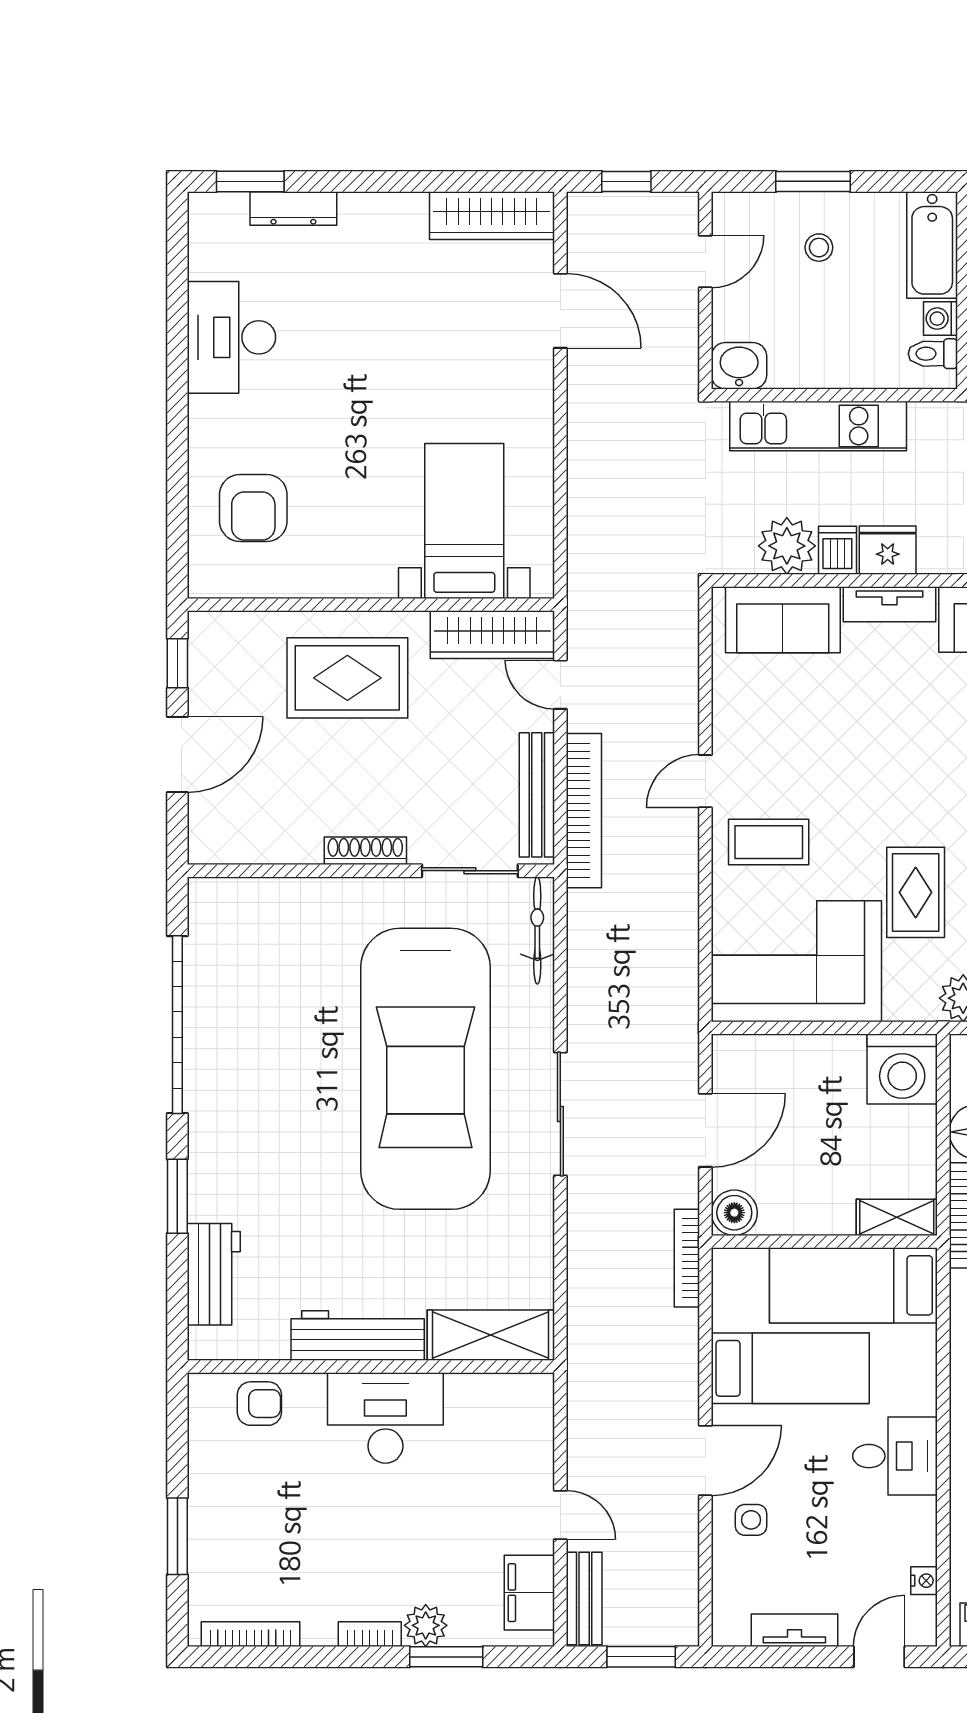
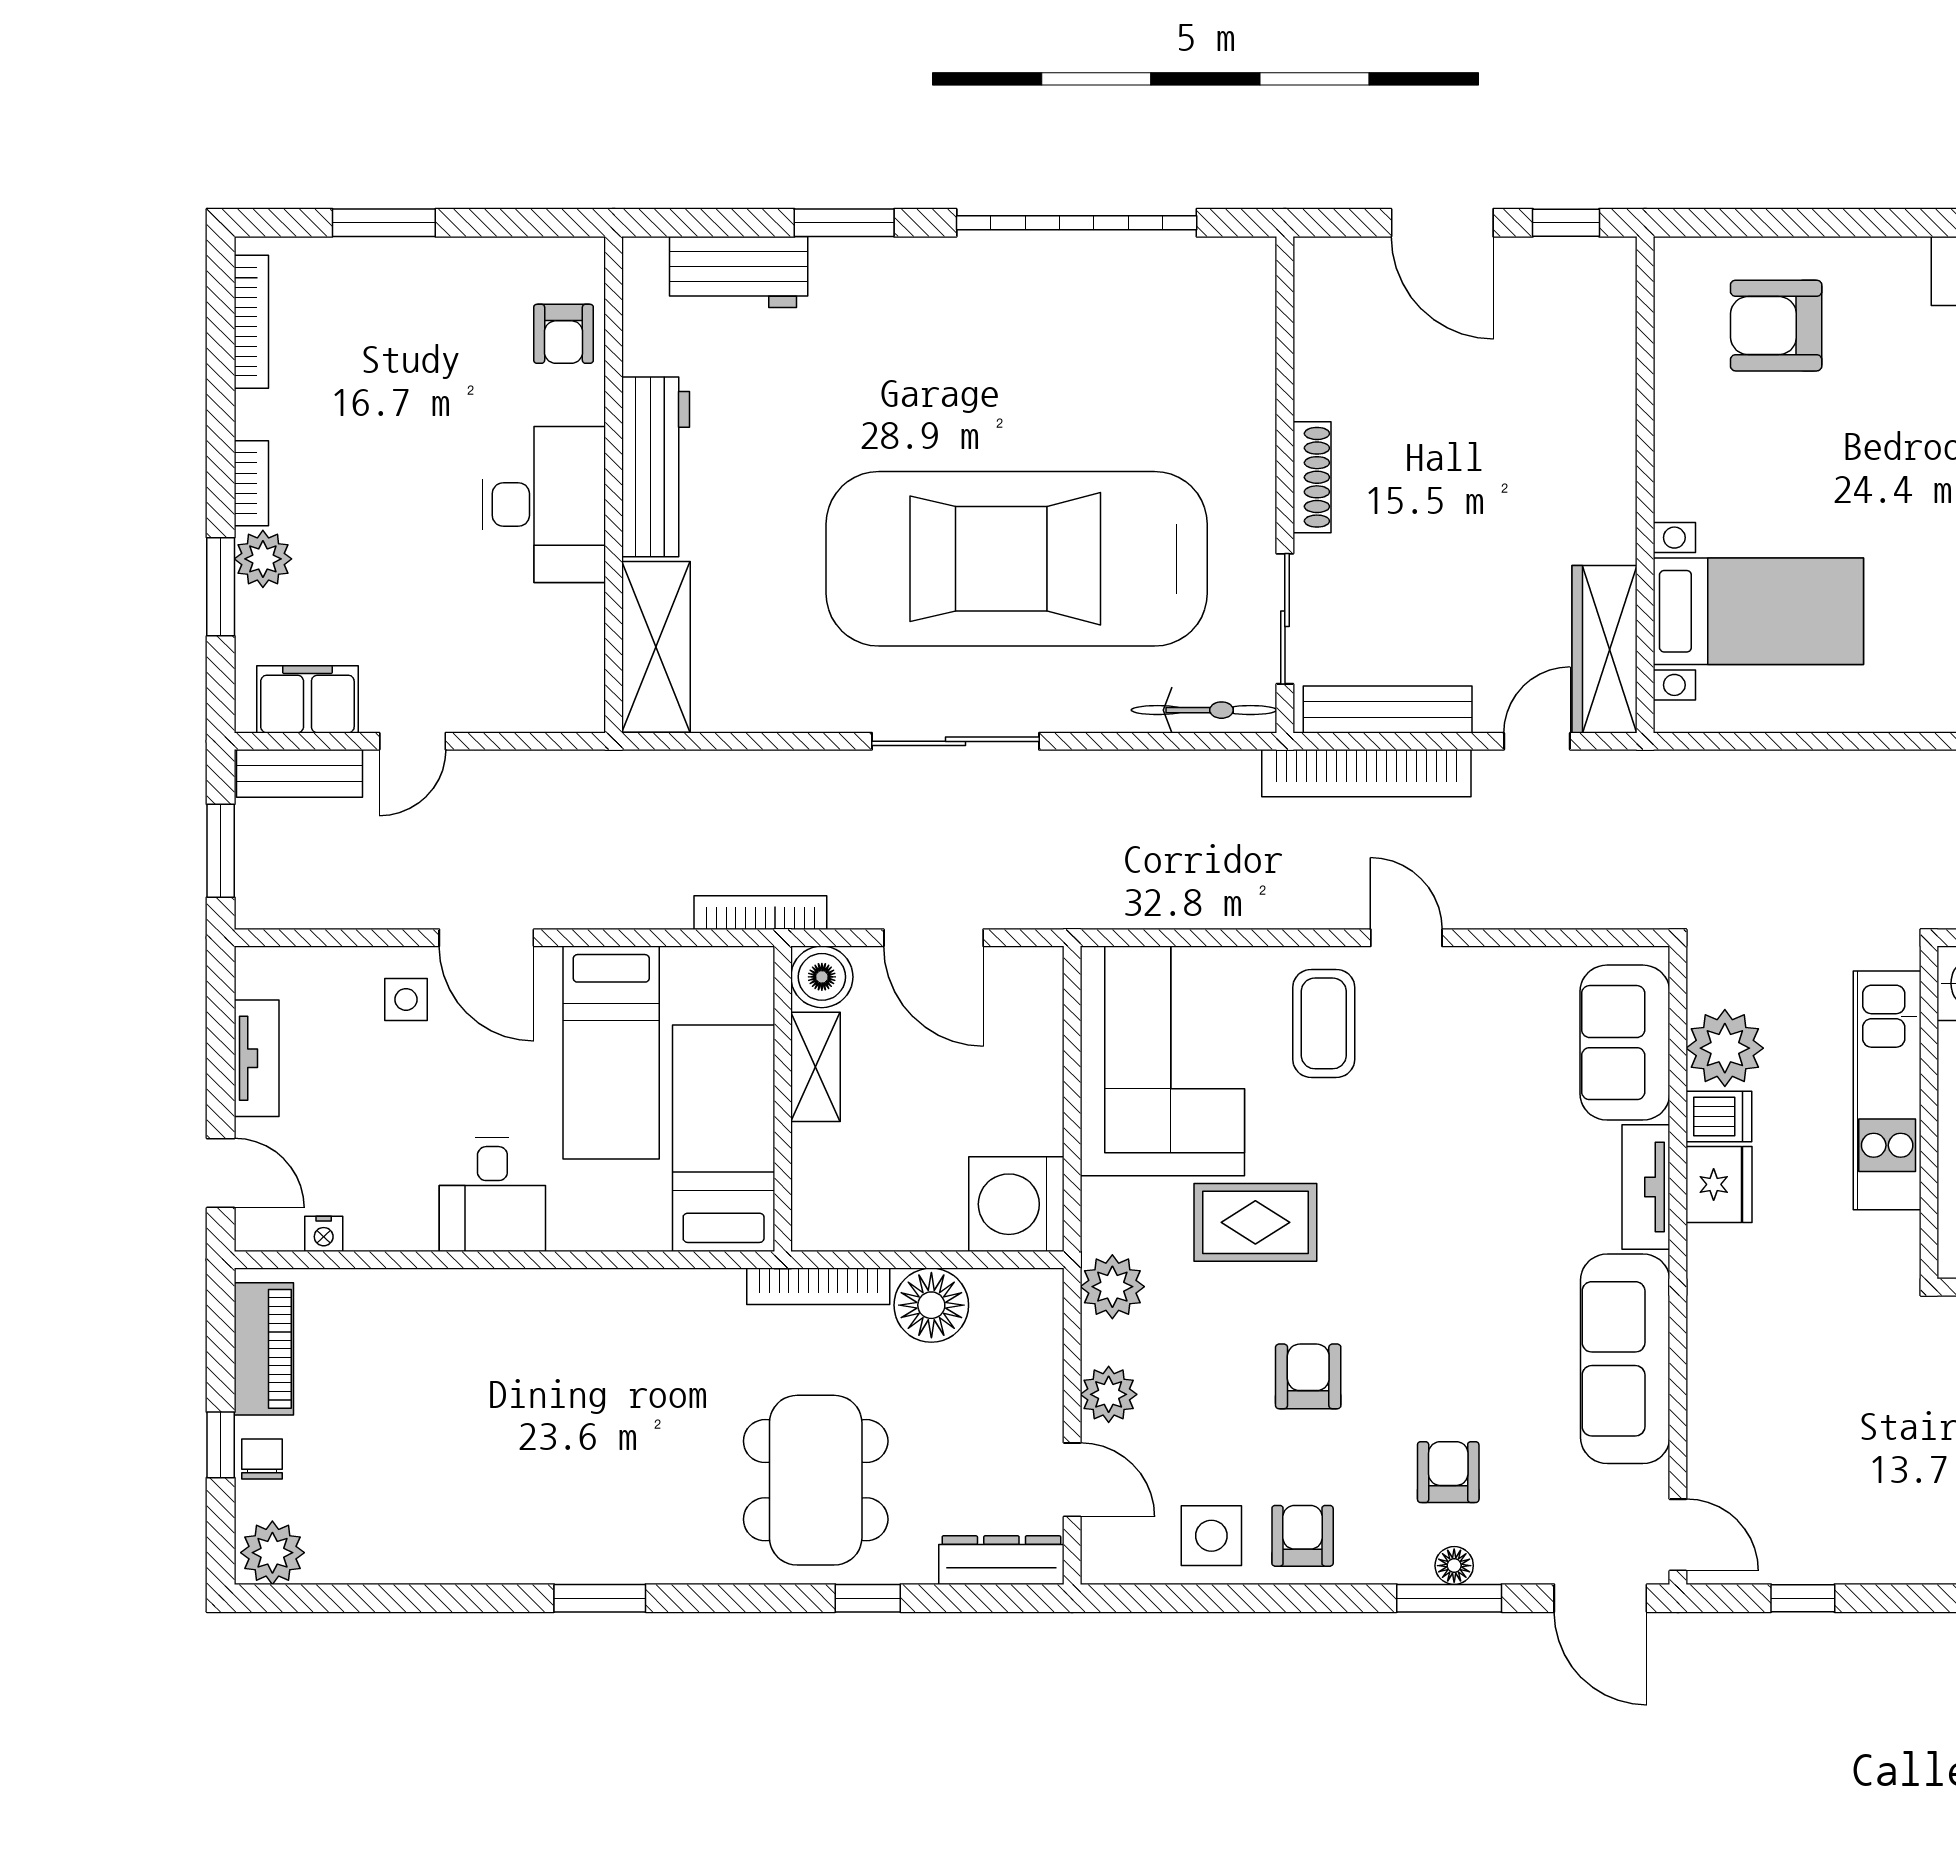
rug: (347, 678) -> (1546, 453), removed
shelving: (897, 1217) -> (816, 1067), moved

